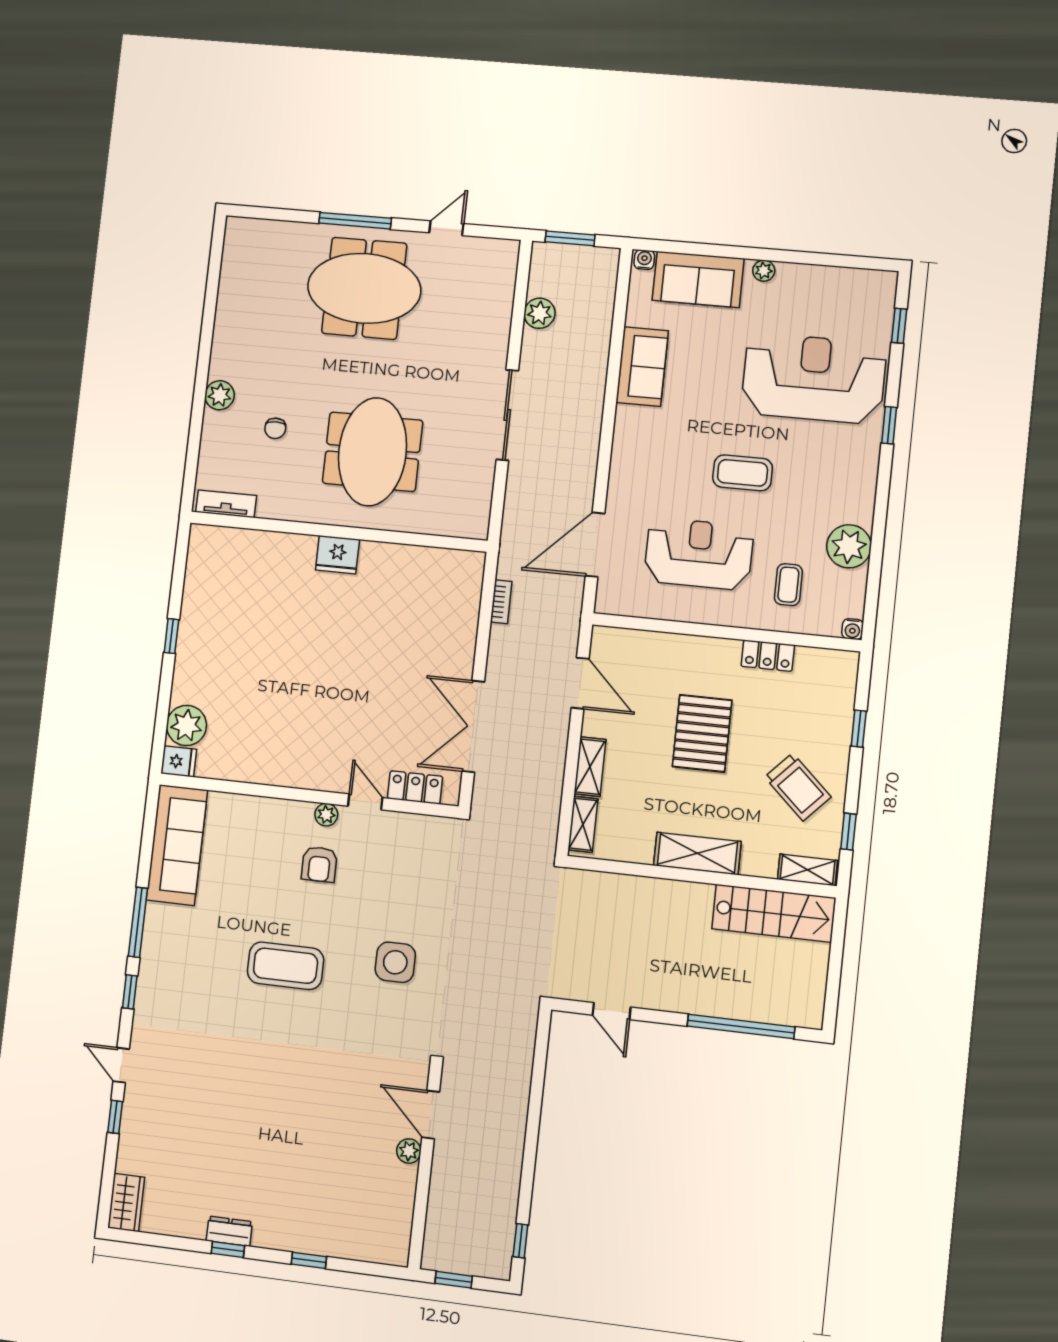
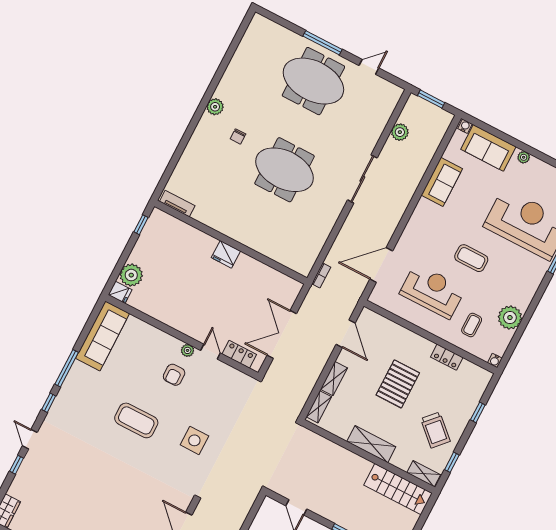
meeting table: (372, 452) -> (284, 170), turned 90
tv unit: (226, 504) -> (177, 204), moved
wall: (338, 532) -> (231, 242), moved
fridge: (338, 555) -> (226, 254), moved

